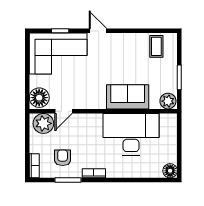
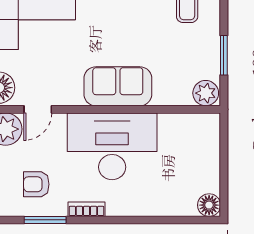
sofa: (128, 97) -> (118, 86), moved
desk: (131, 134) -> (112, 146), moved
armchair: (63, 158) -> (36, 184), turned -90

